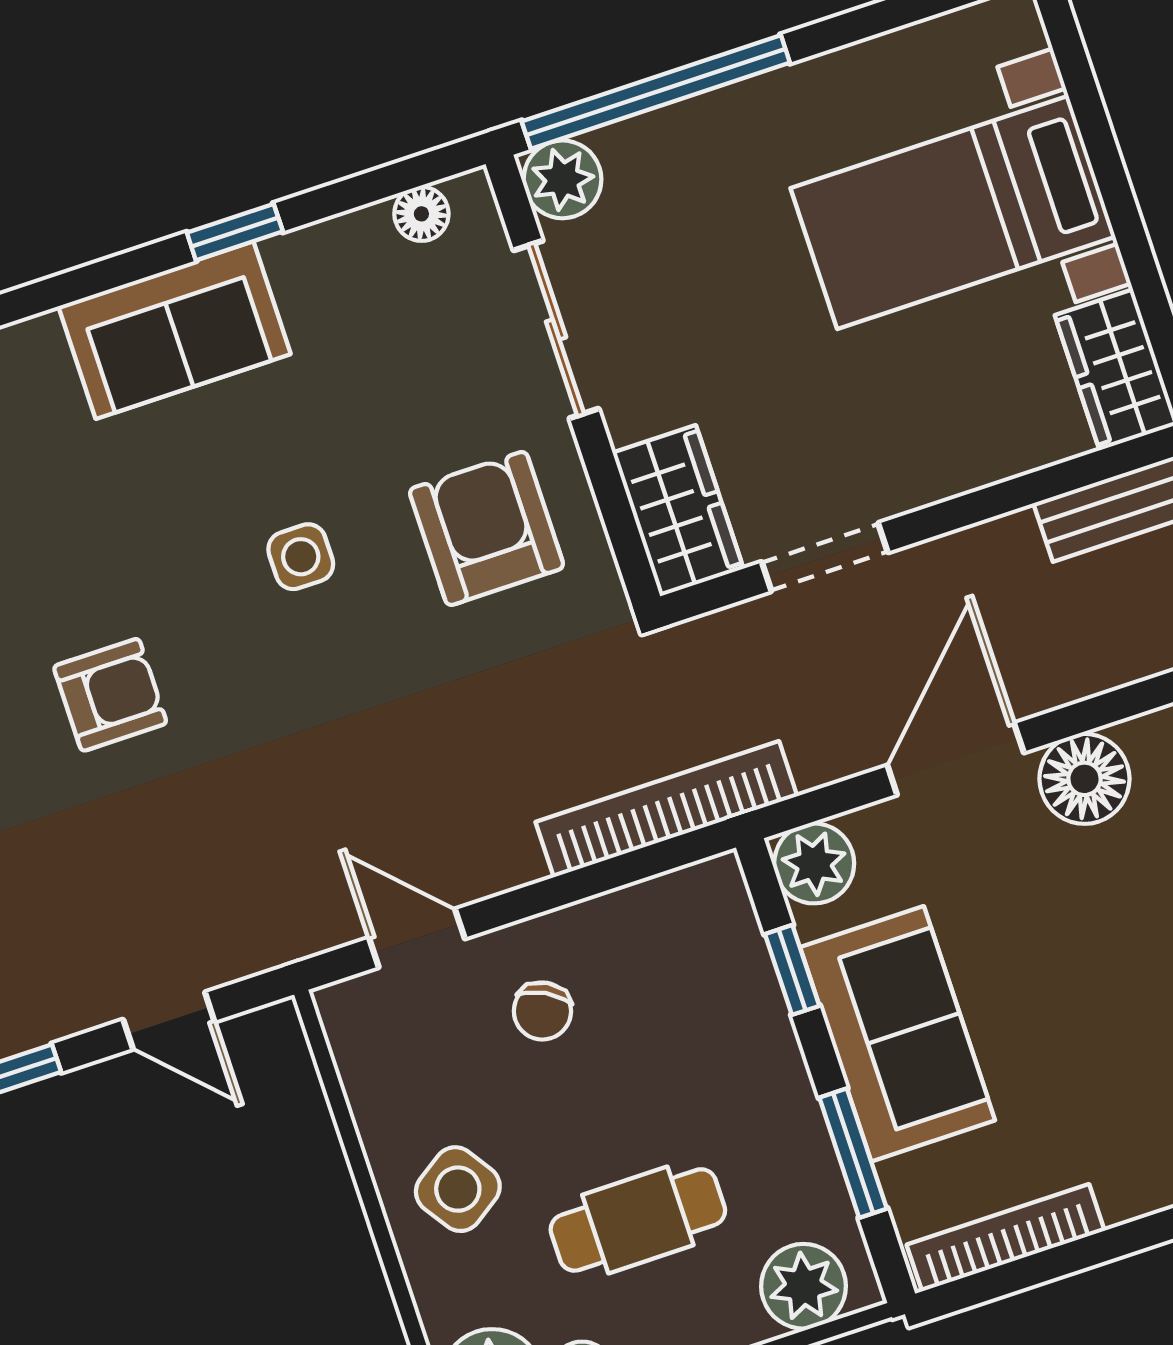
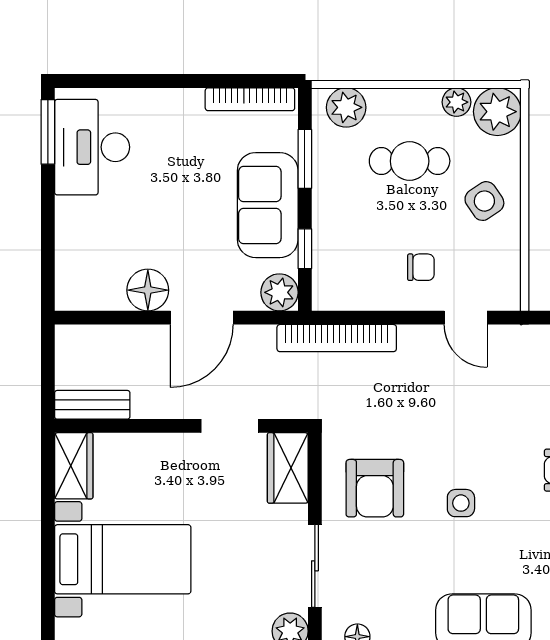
chair: (542, 1011) -> (421, 267), turned 62

